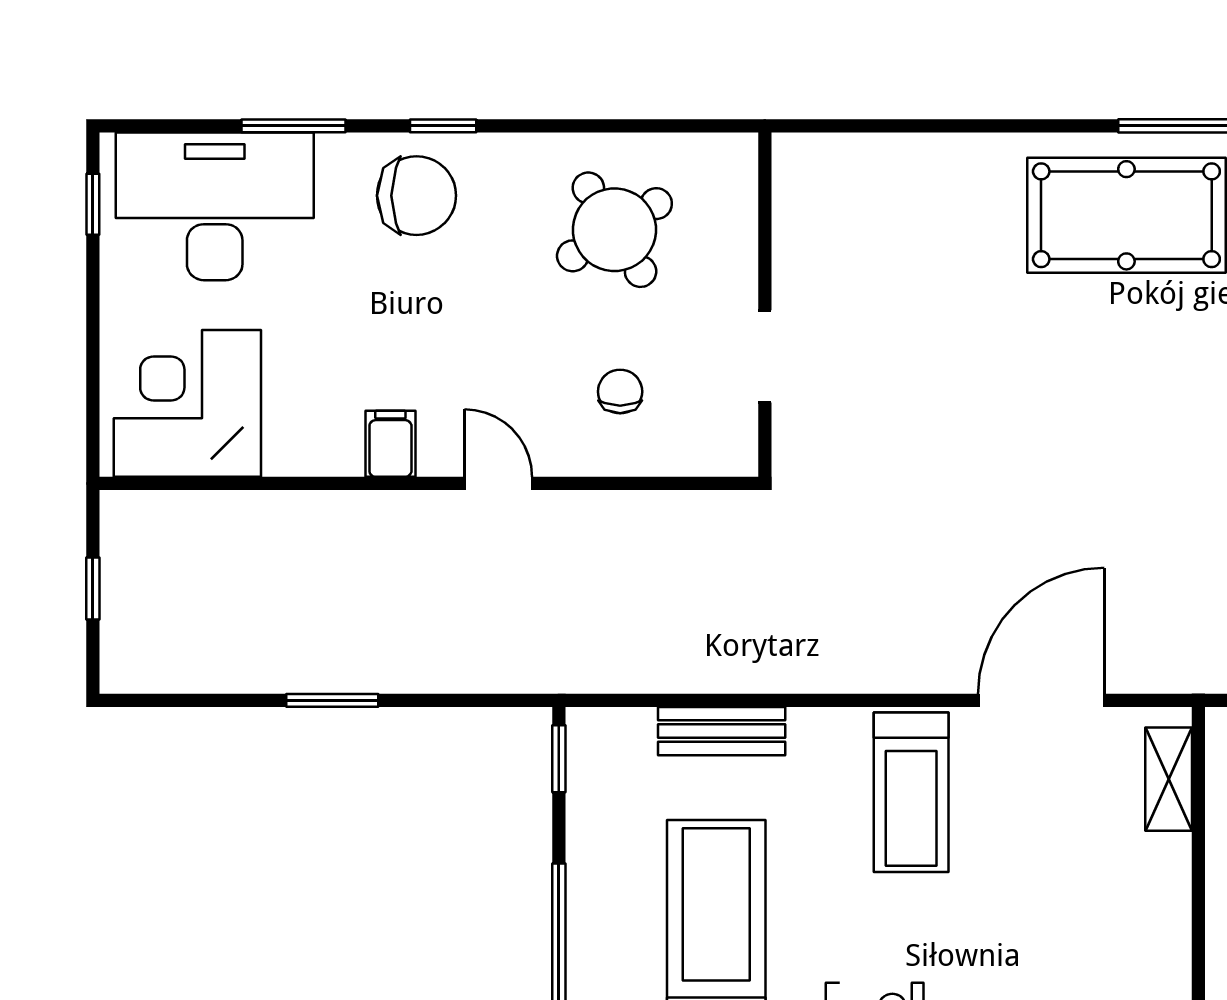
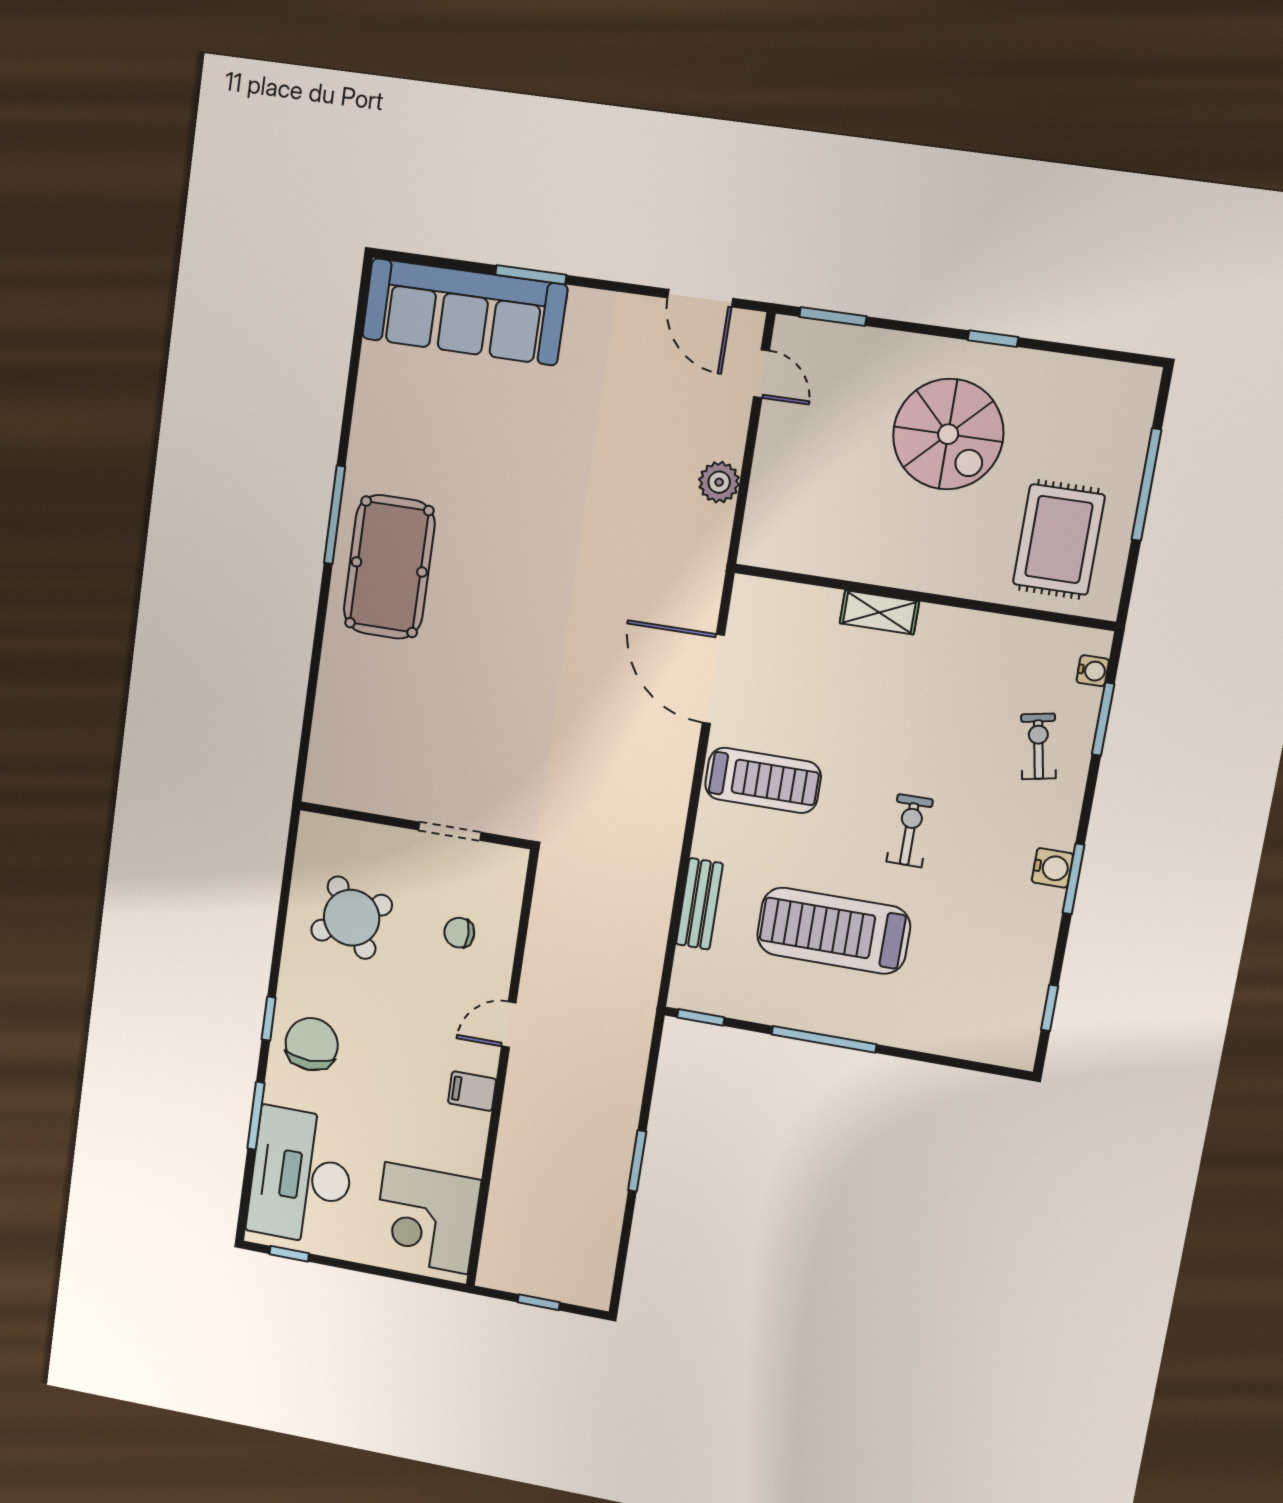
shelving: (1169, 779) -> (879, 612), moved

